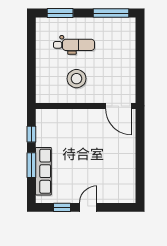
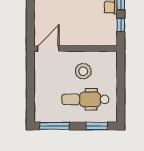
dental chair: (74, 45) -> (85, 99), width x1.36, depth x1.38
door: (118, 106) -> (48, 49), hinge flipped

